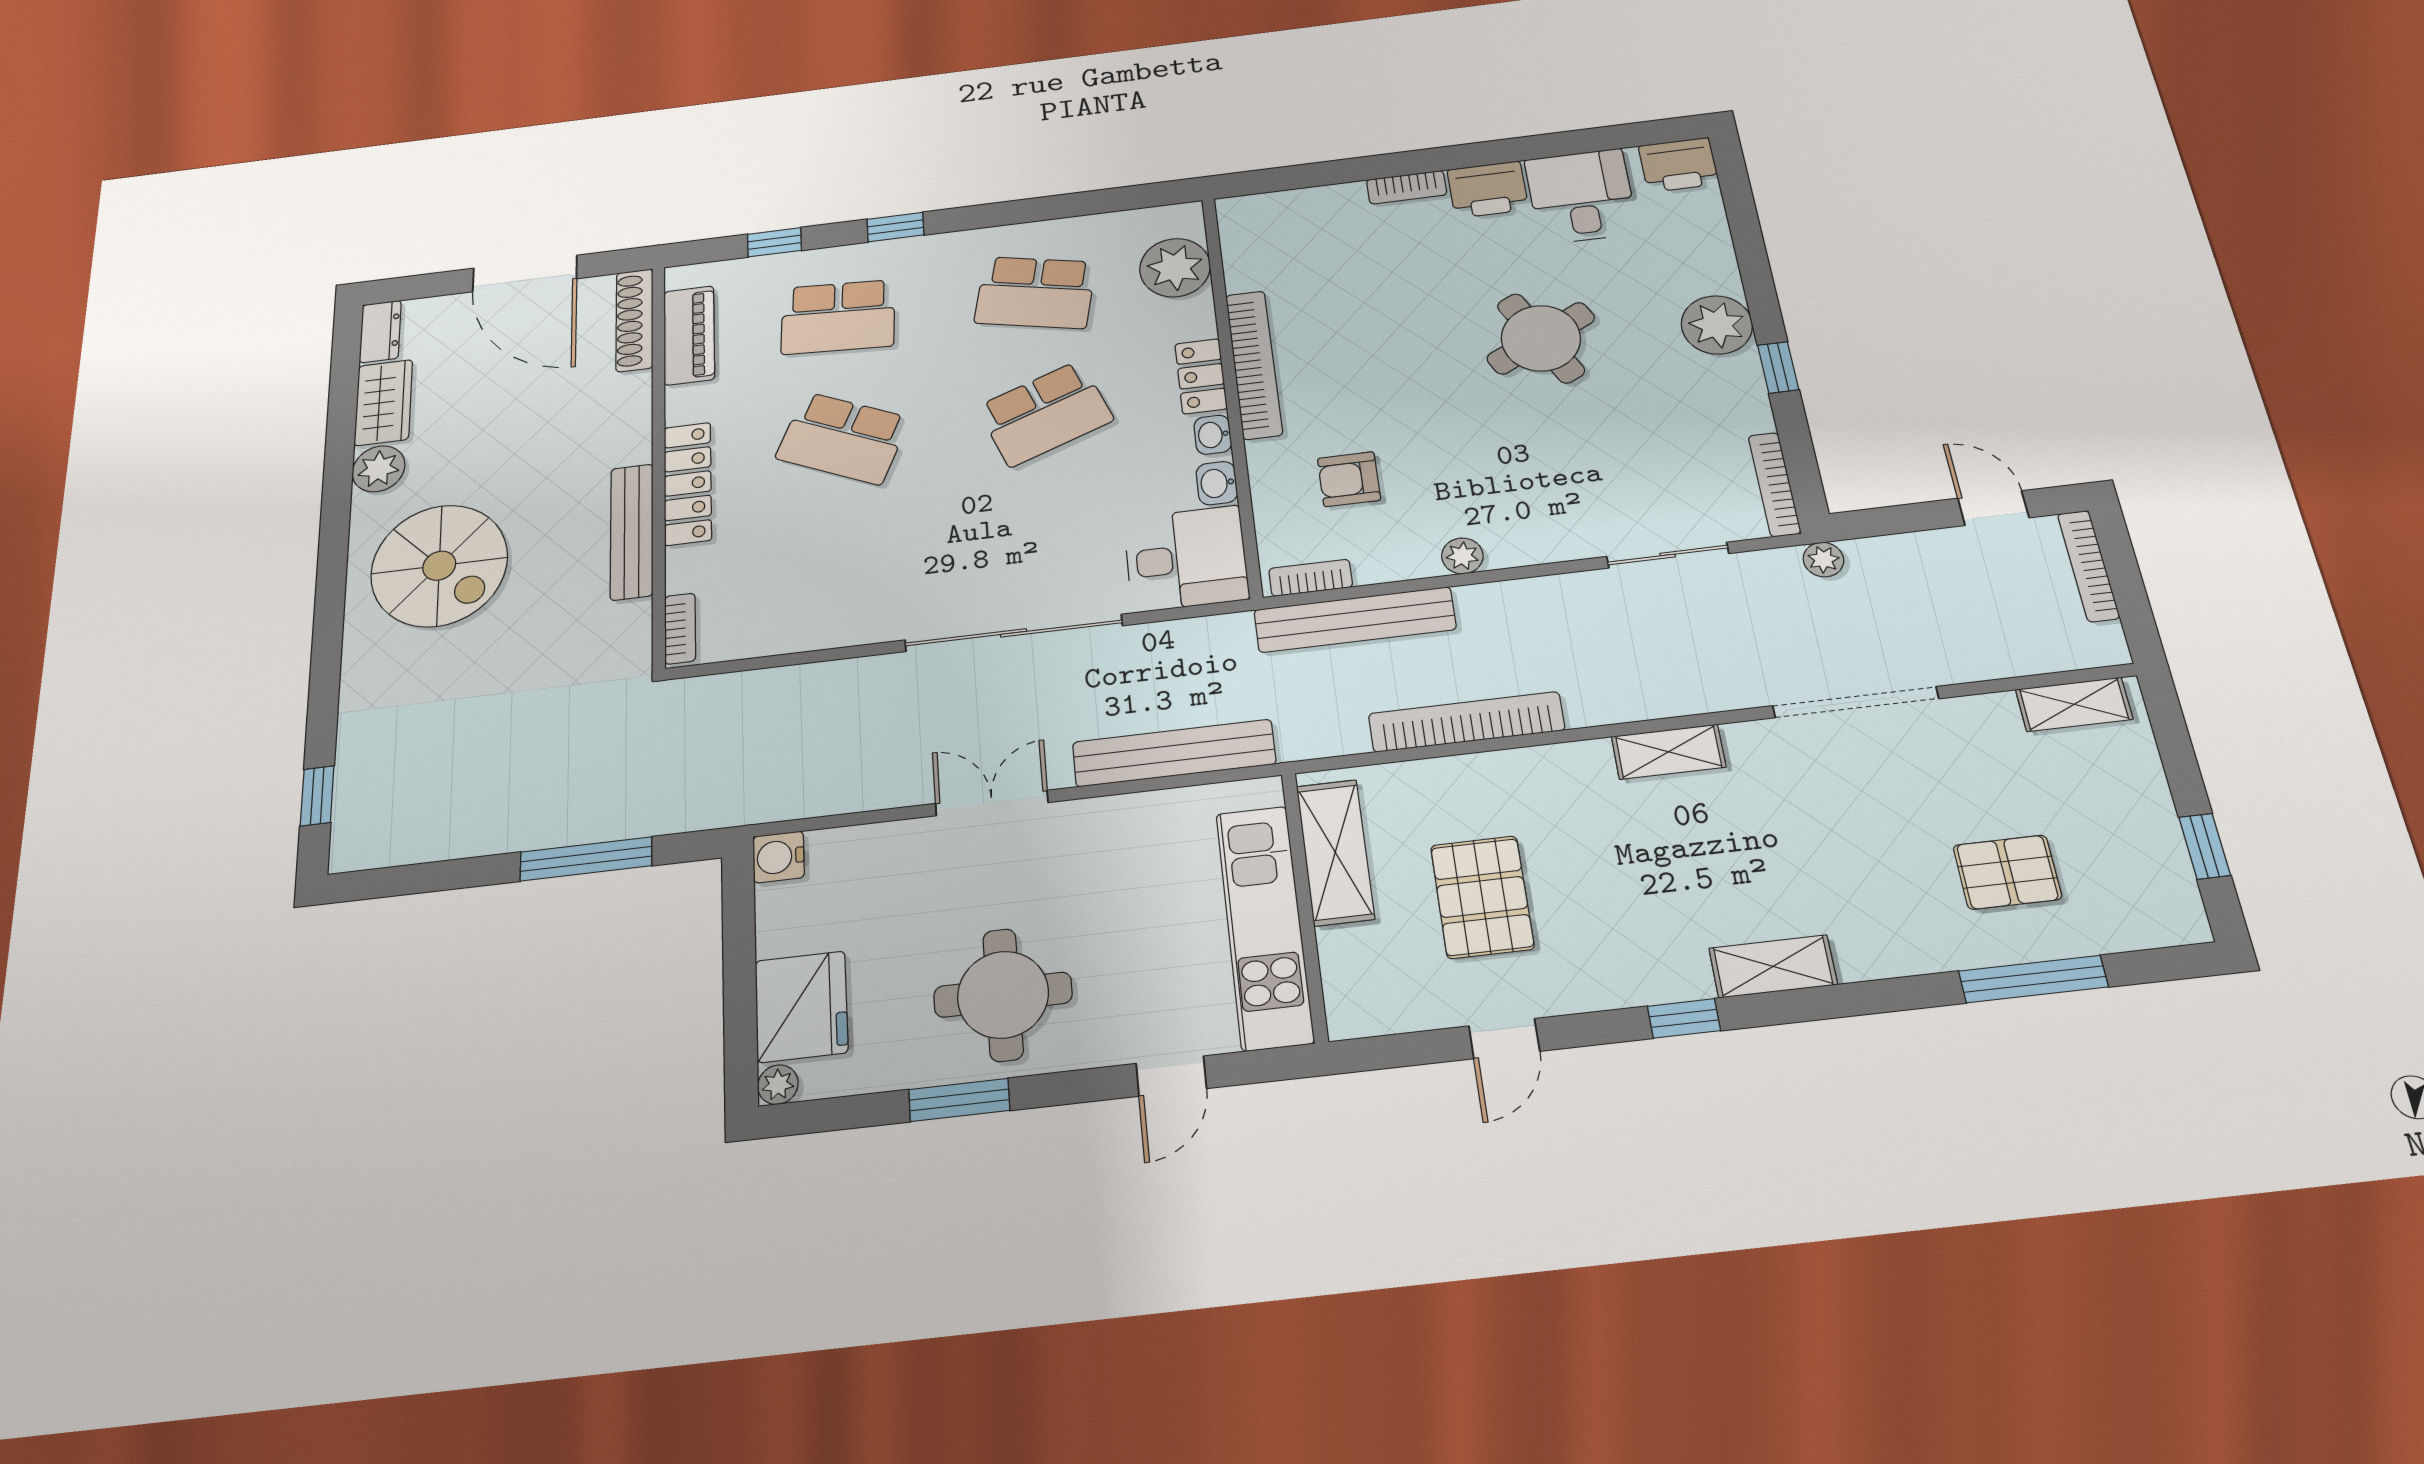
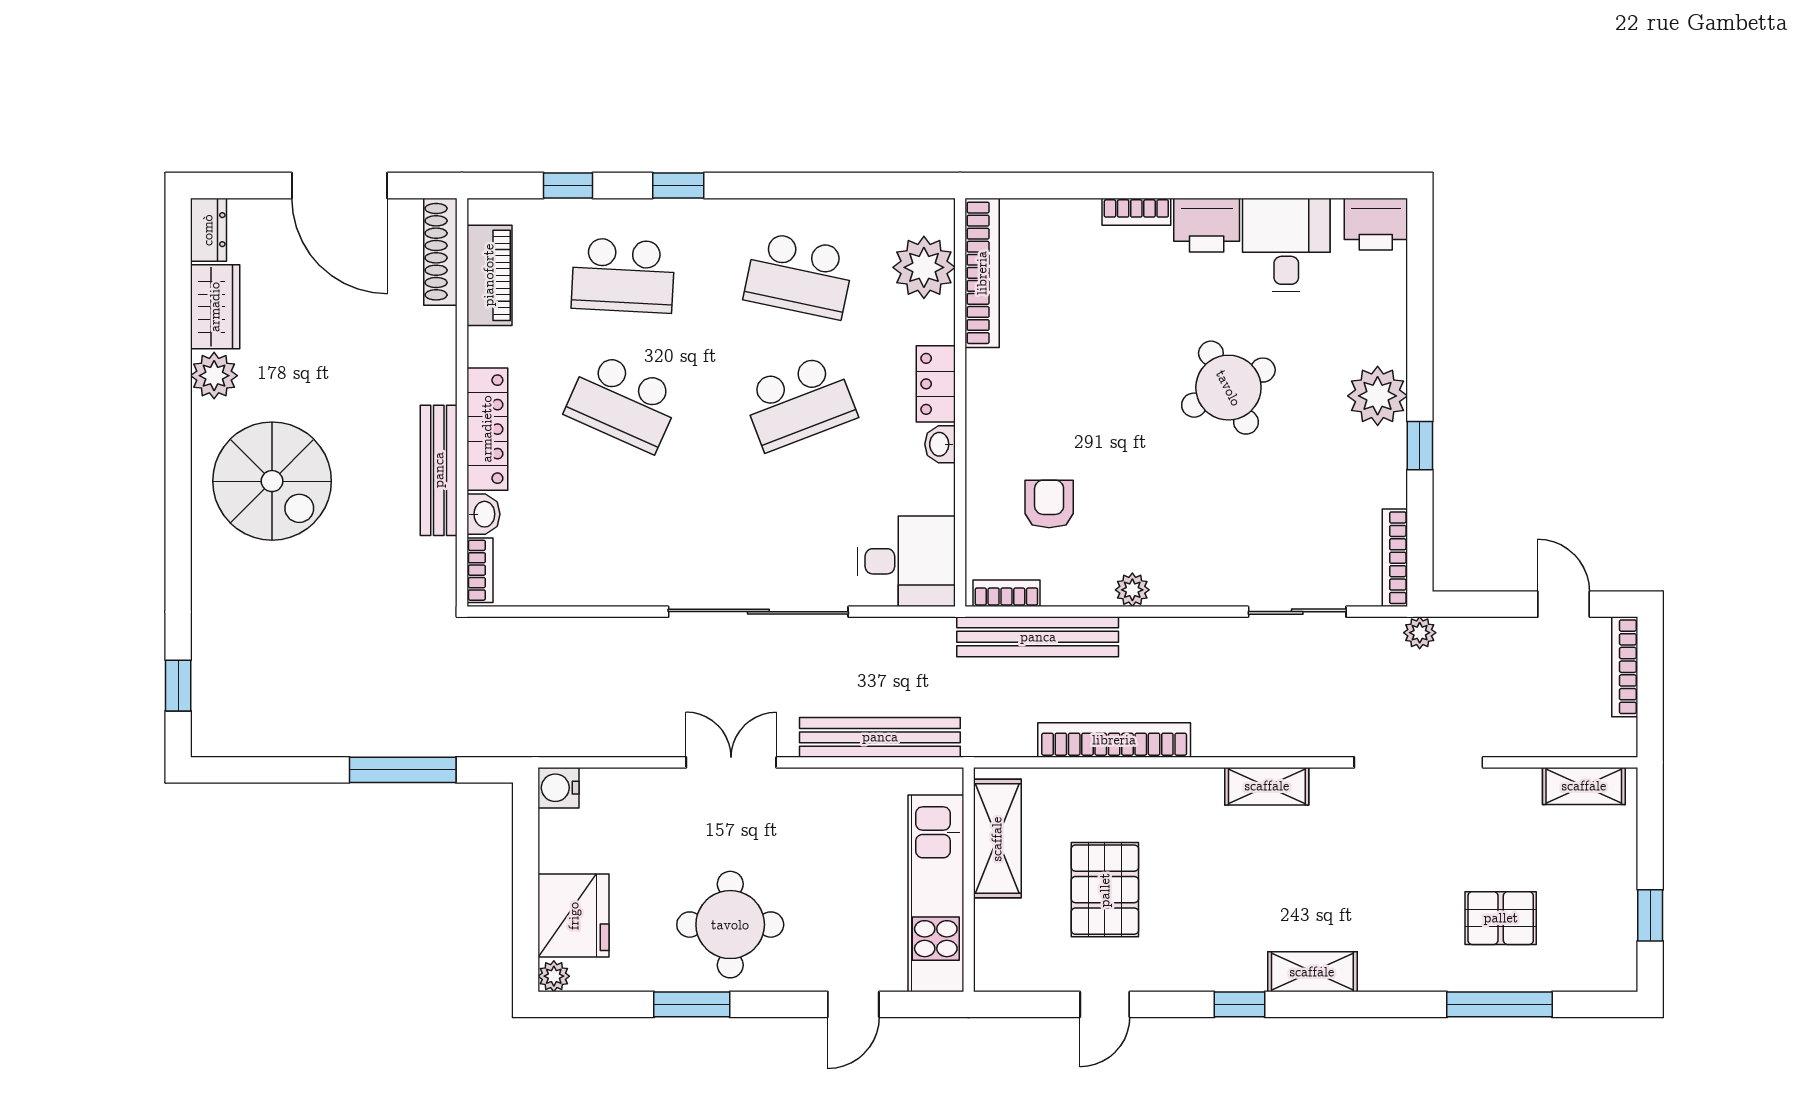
bookcase: (1254, 364) -> (982, 273), moved
armchair: (1349, 479) -> (1049, 504), turned 90
washbasin: (1217, 483) -> (483, 514), moved, turned 180

